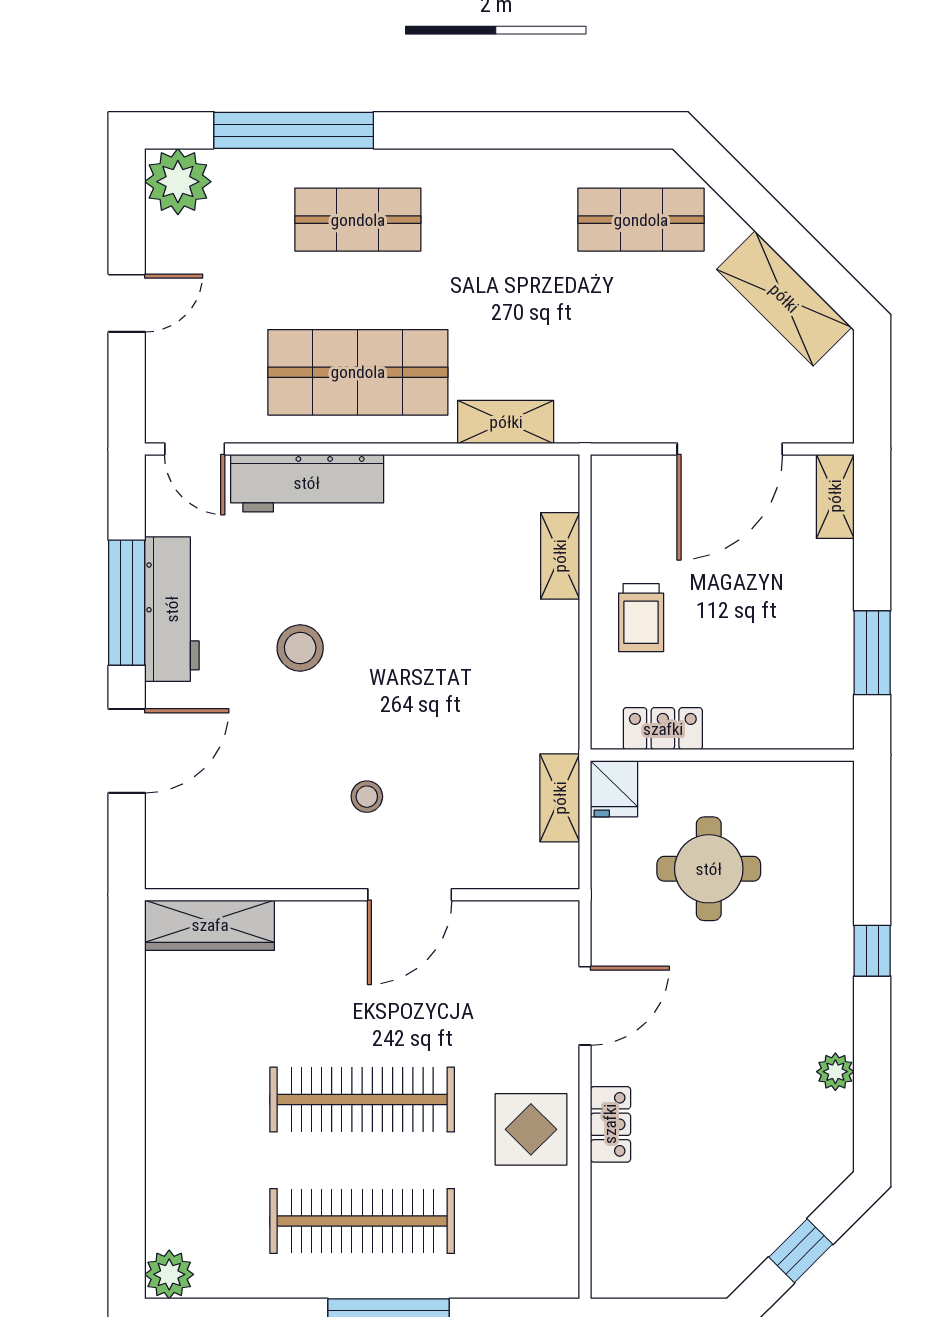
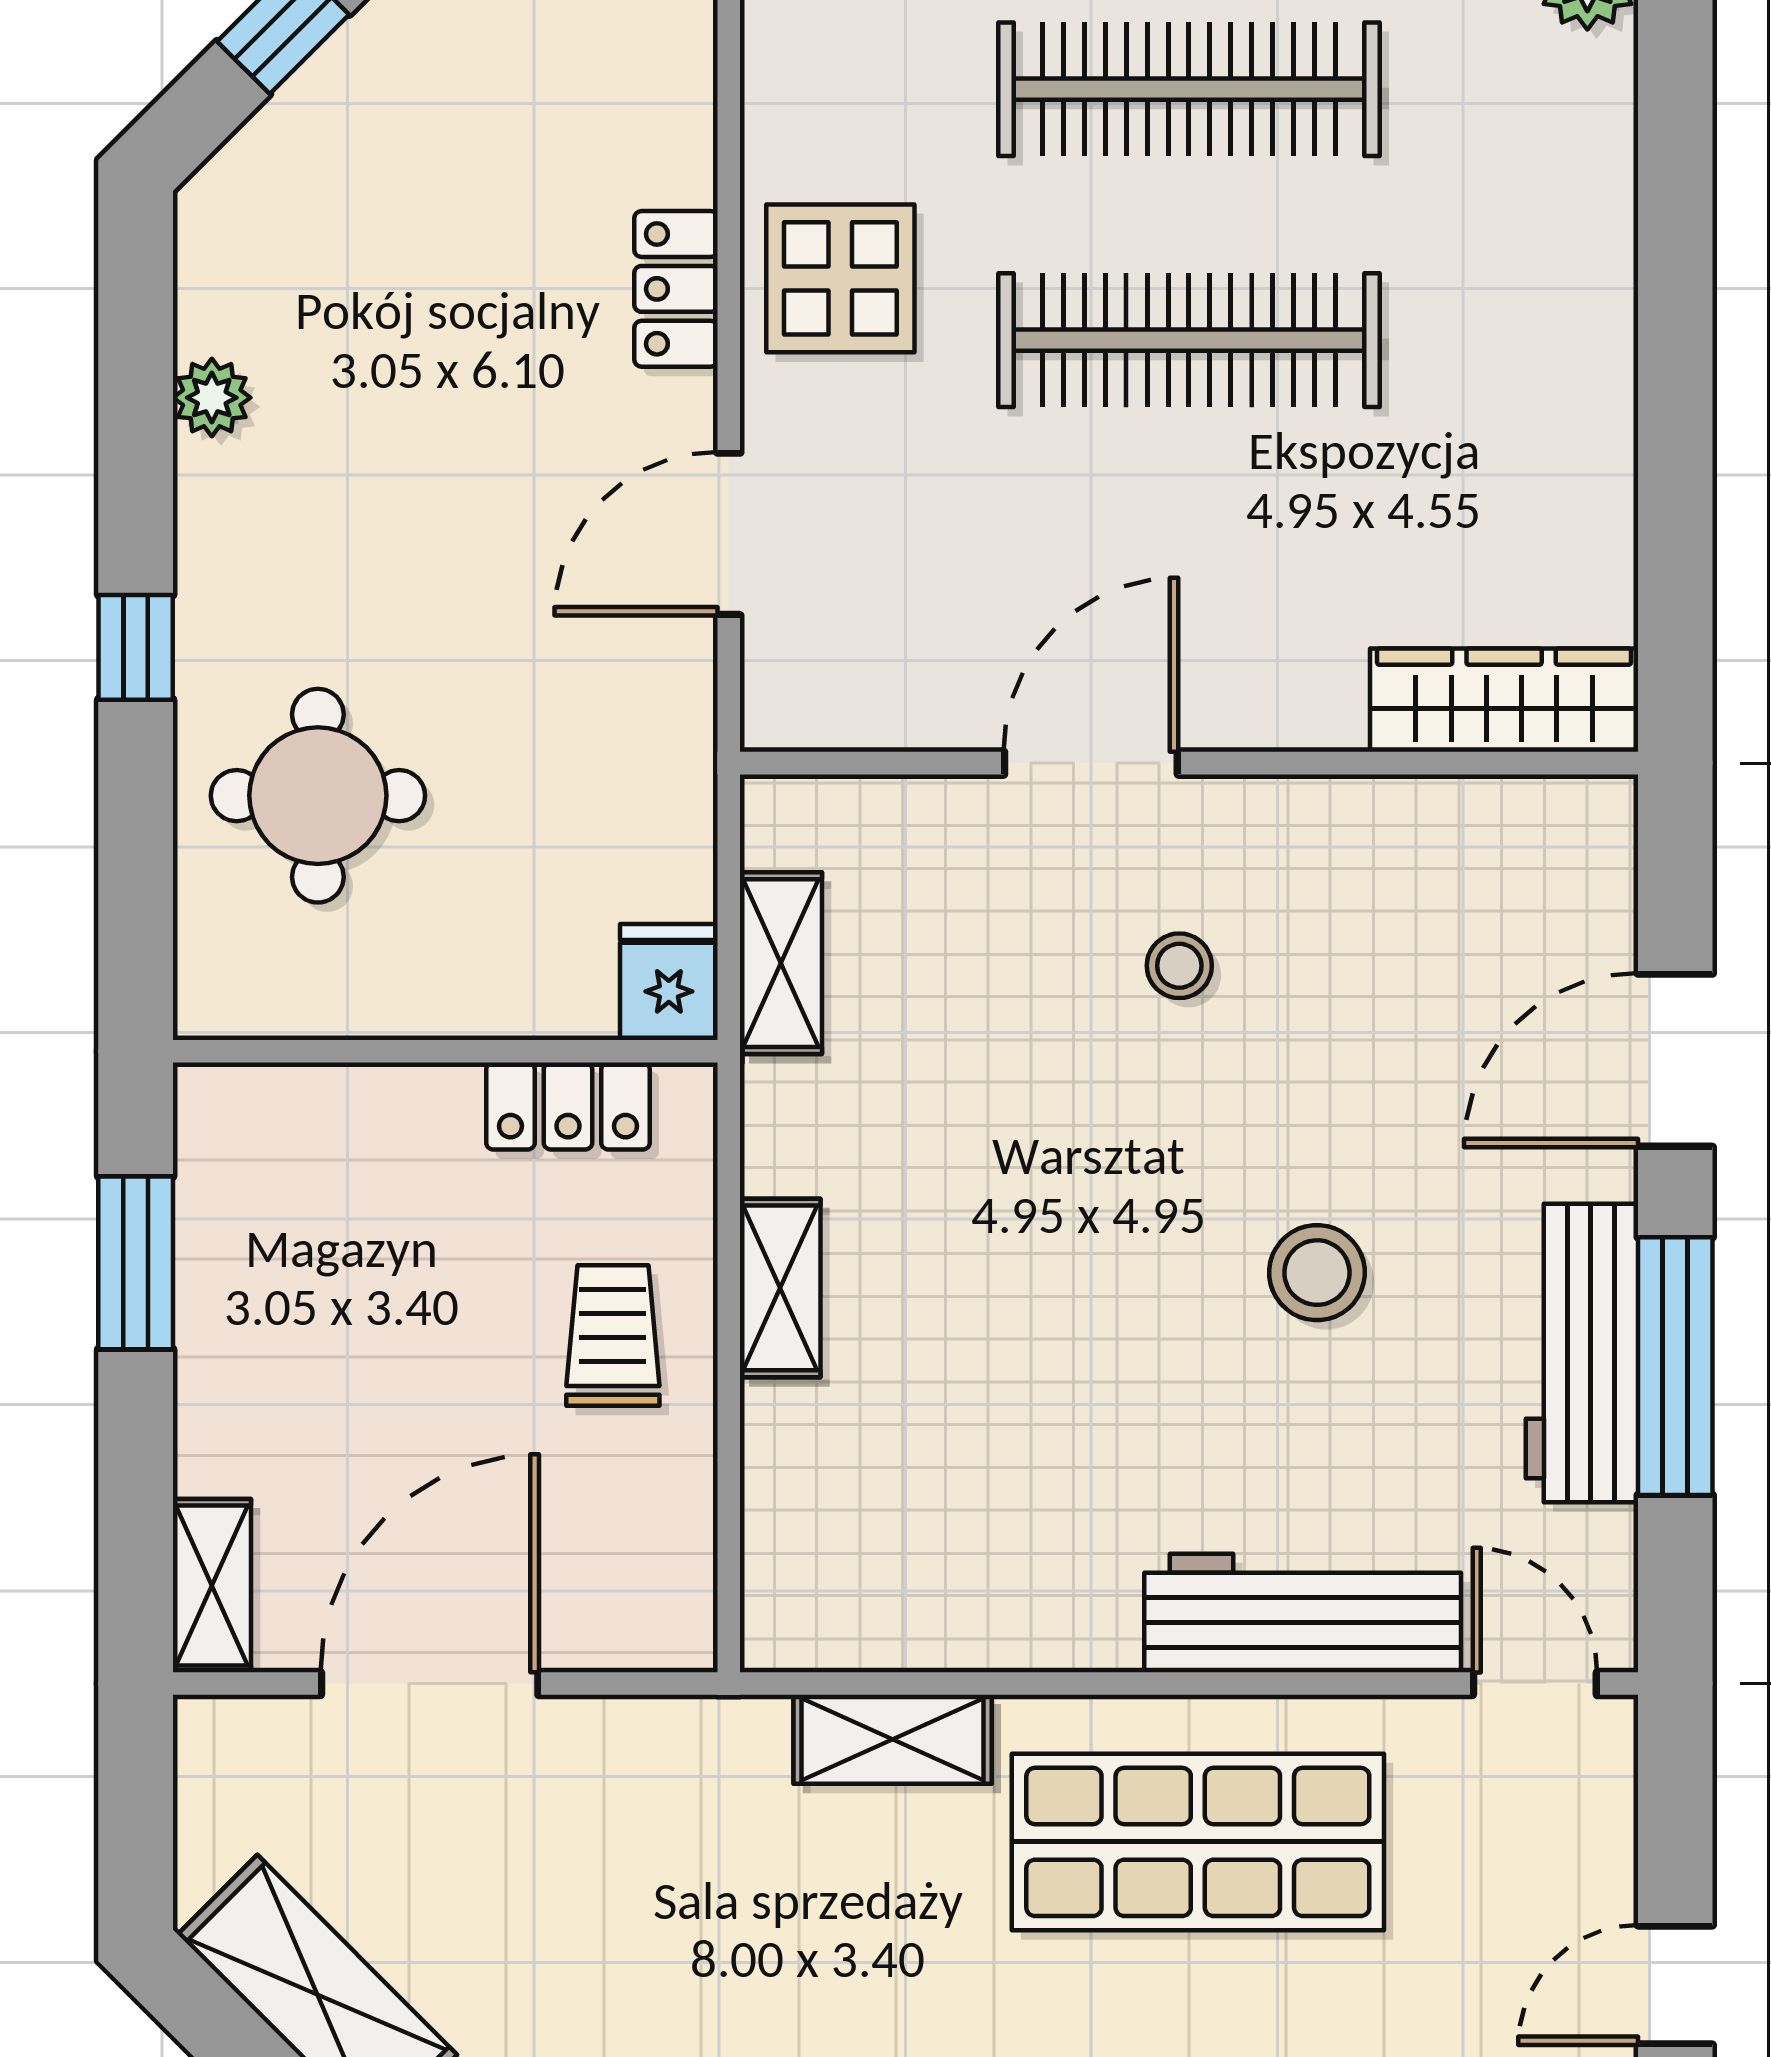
shelving: (560, 556) -> (780, 1288), moved
round table: (709, 869) -> (318, 796), moved

